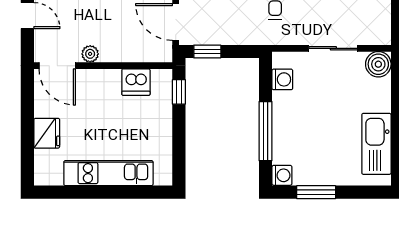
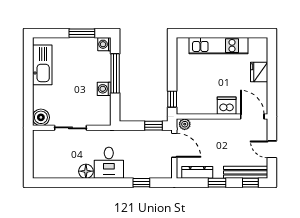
plant: (90, 54) -> (185, 124), moved
washing machine: (282, 79) -> (104, 89), moved
dishwasher: (136, 82) -> (227, 106), moved

